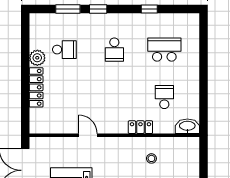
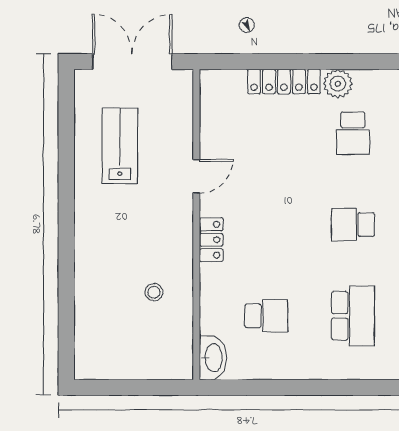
locker: (140, 127) -> (211, 240), moved

